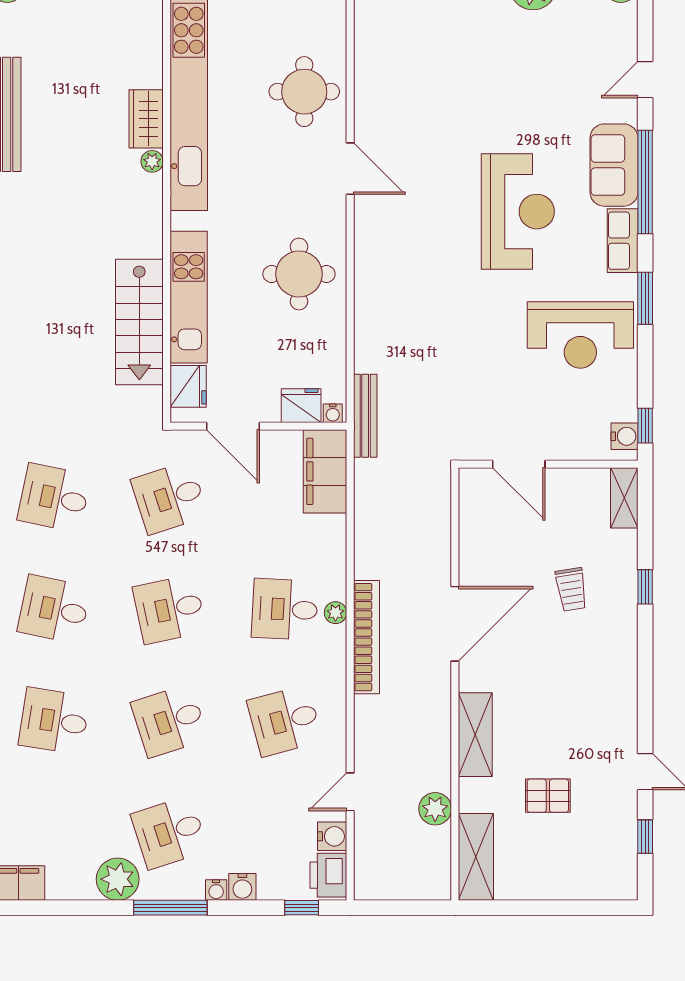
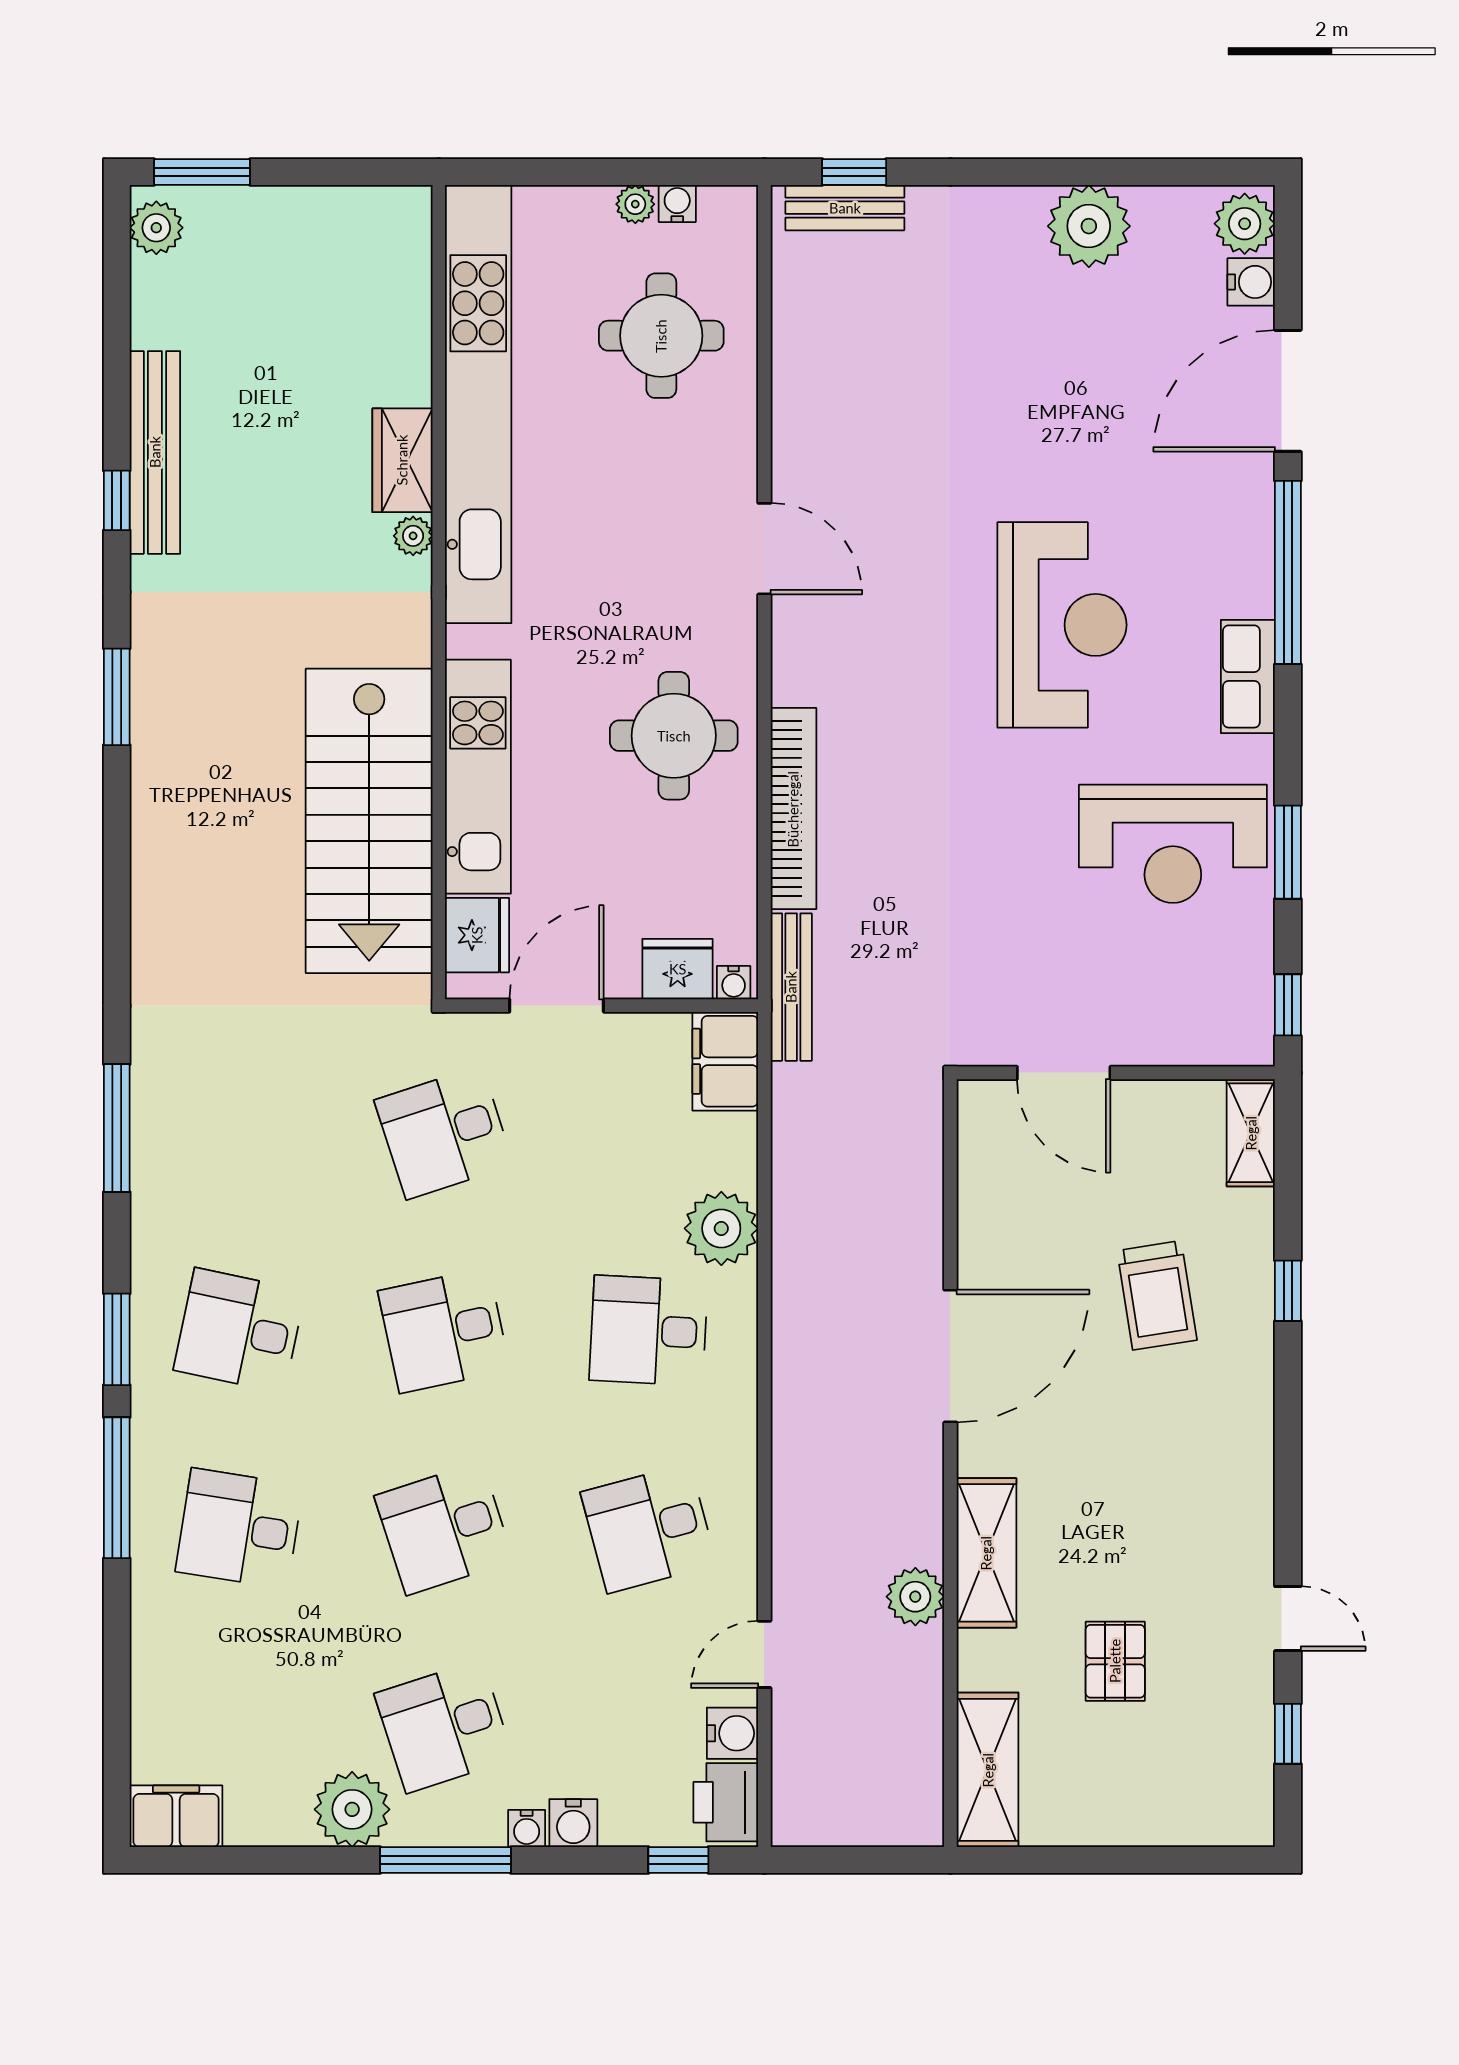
door: (645, 80) -> (1288, 391), width x1.87
round table: (304, 92) -> (661, 336), moved
sofa: (614, 165) -> (1233, 542), removed
window: (645, 298) -> (1288, 852), moved
stairs: (139, 322) -> (369, 821), width x1.36, depth x1.51
door: (233, 426) -> (557, 1006), swing flipped
water cooler: (624, 436) -> (1251, 282), moved
filing cabinet: (325, 471) -> (725, 1061), width x0.67, depth x0.86
desk: (54, 498) -> (239, 1133), removed
trolley: (571, 589) -> (1157, 1295), width x1.36, depth x1.39
plant: (335, 613) -> (721, 1228), moved, width x1.88, depth x1.88
bookcase: (366, 637) -> (793, 809), moved
pallet: (548, 796) -> (1115, 1661), turned 90
plant: (435, 809) -> (915, 1597), moved

